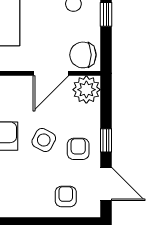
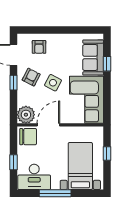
armchair: (78, 149) -> (31, 77), turned -153

